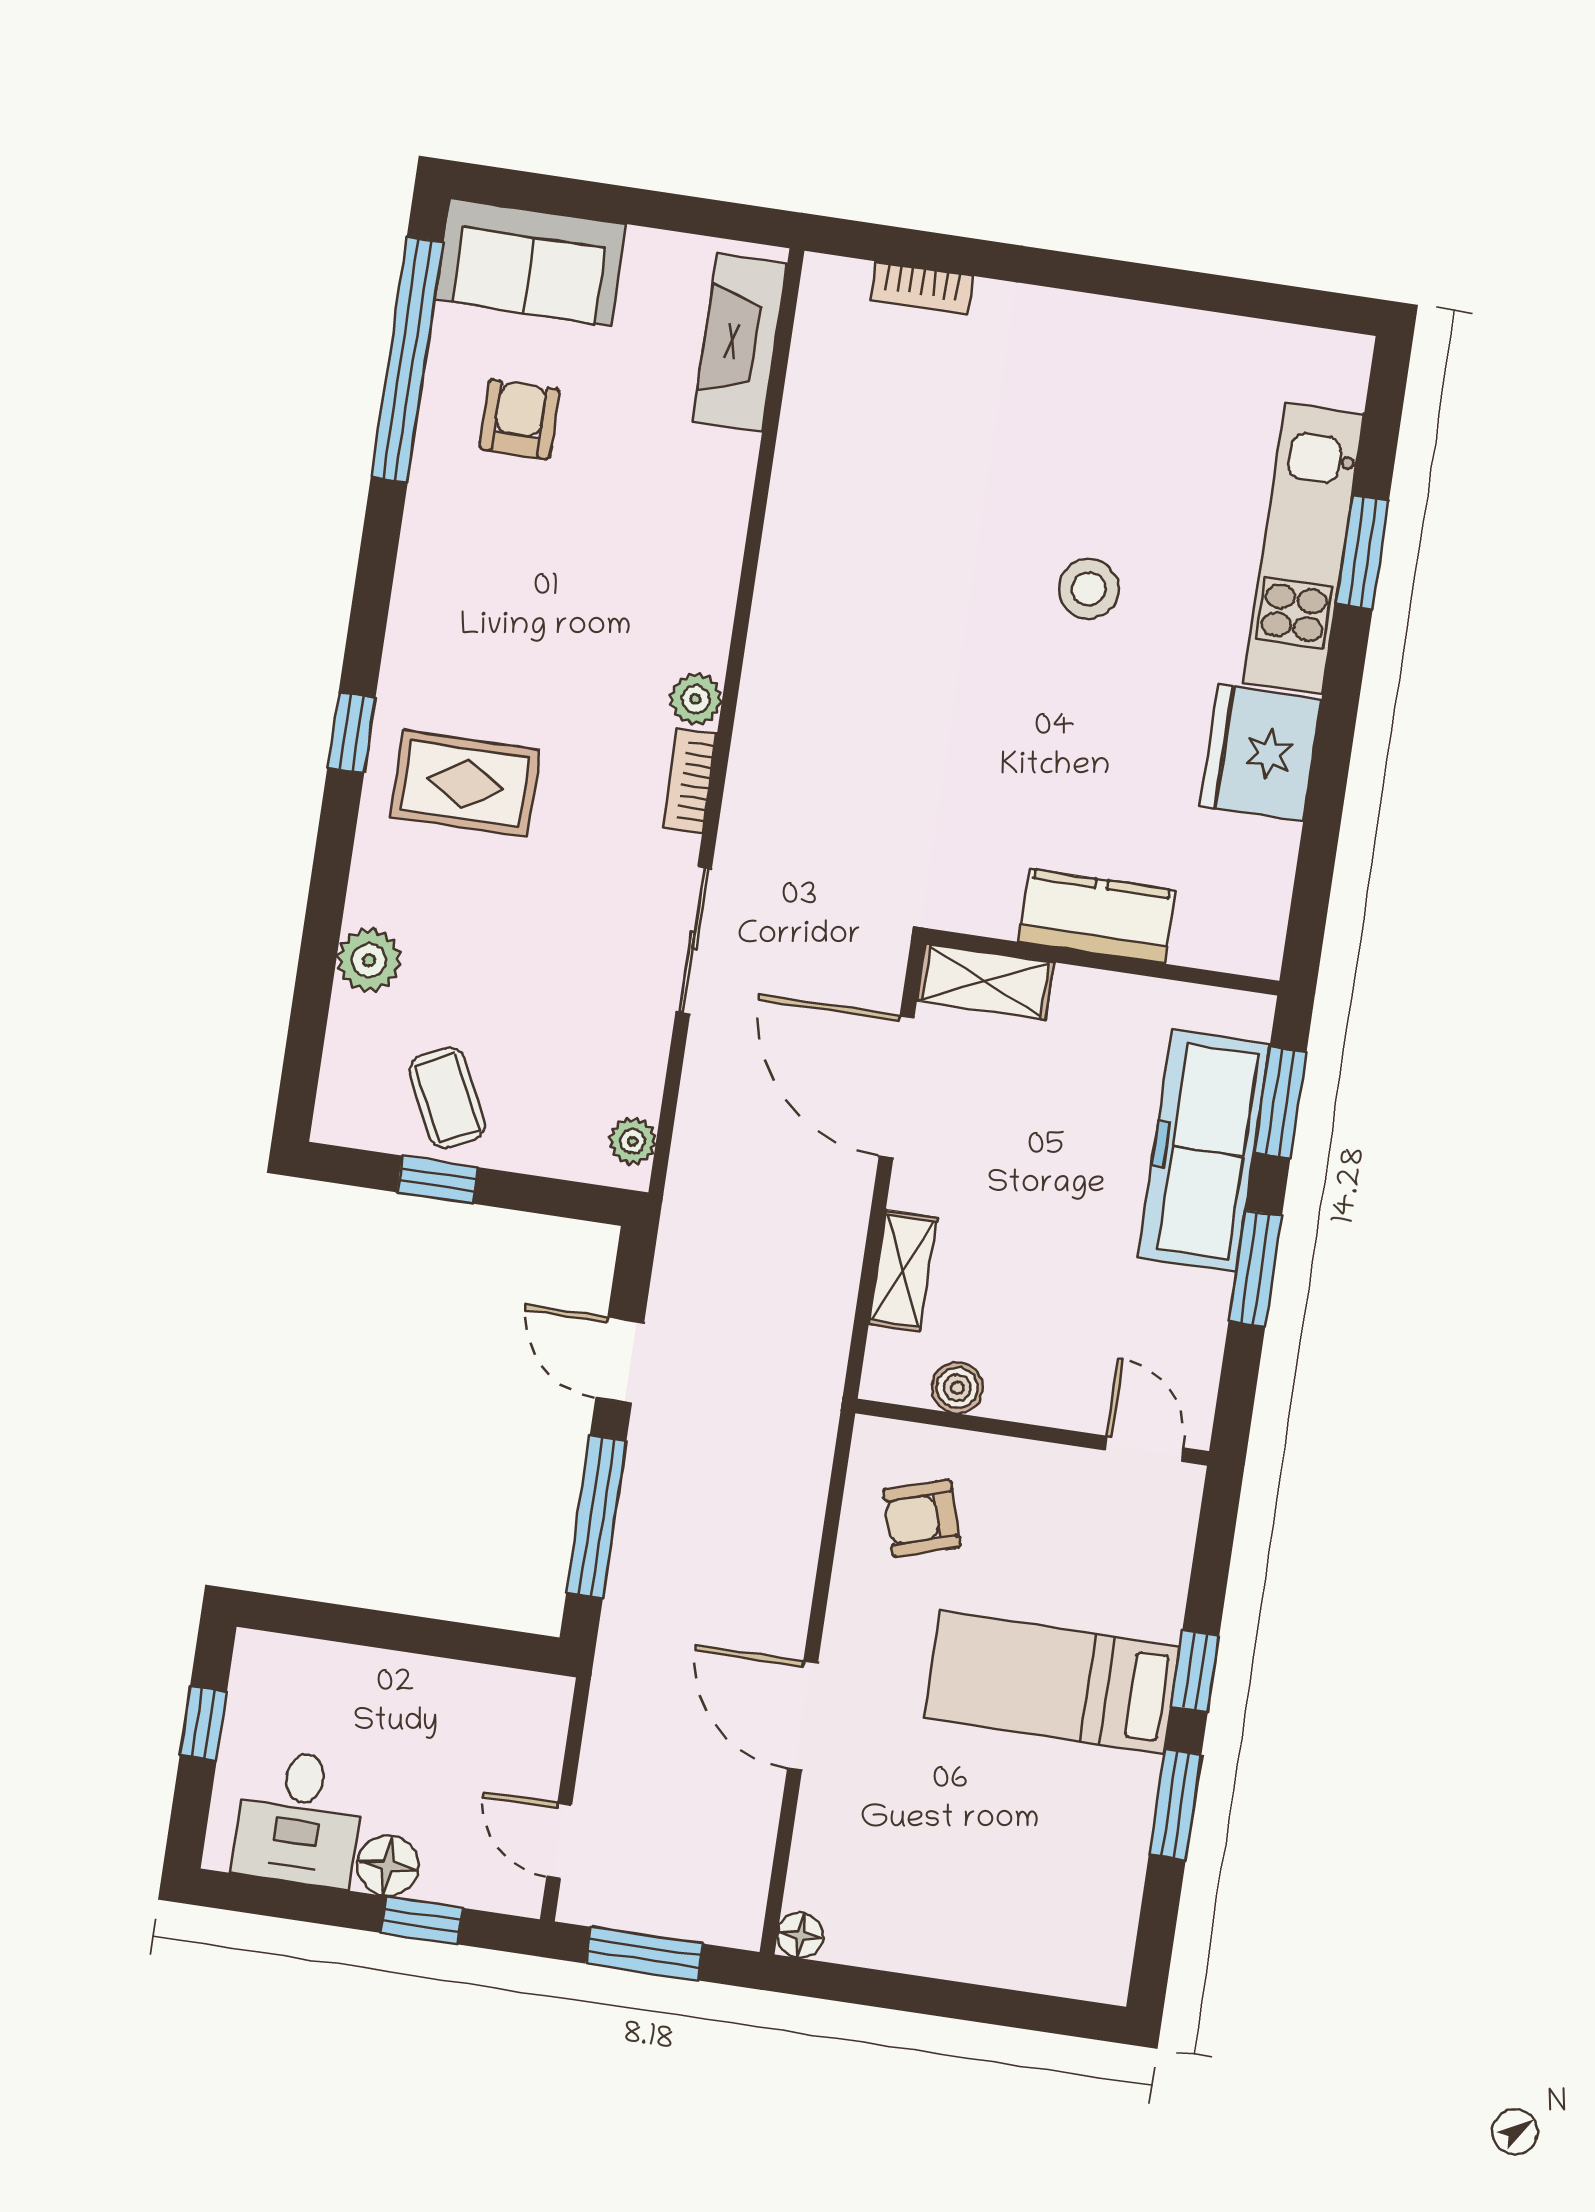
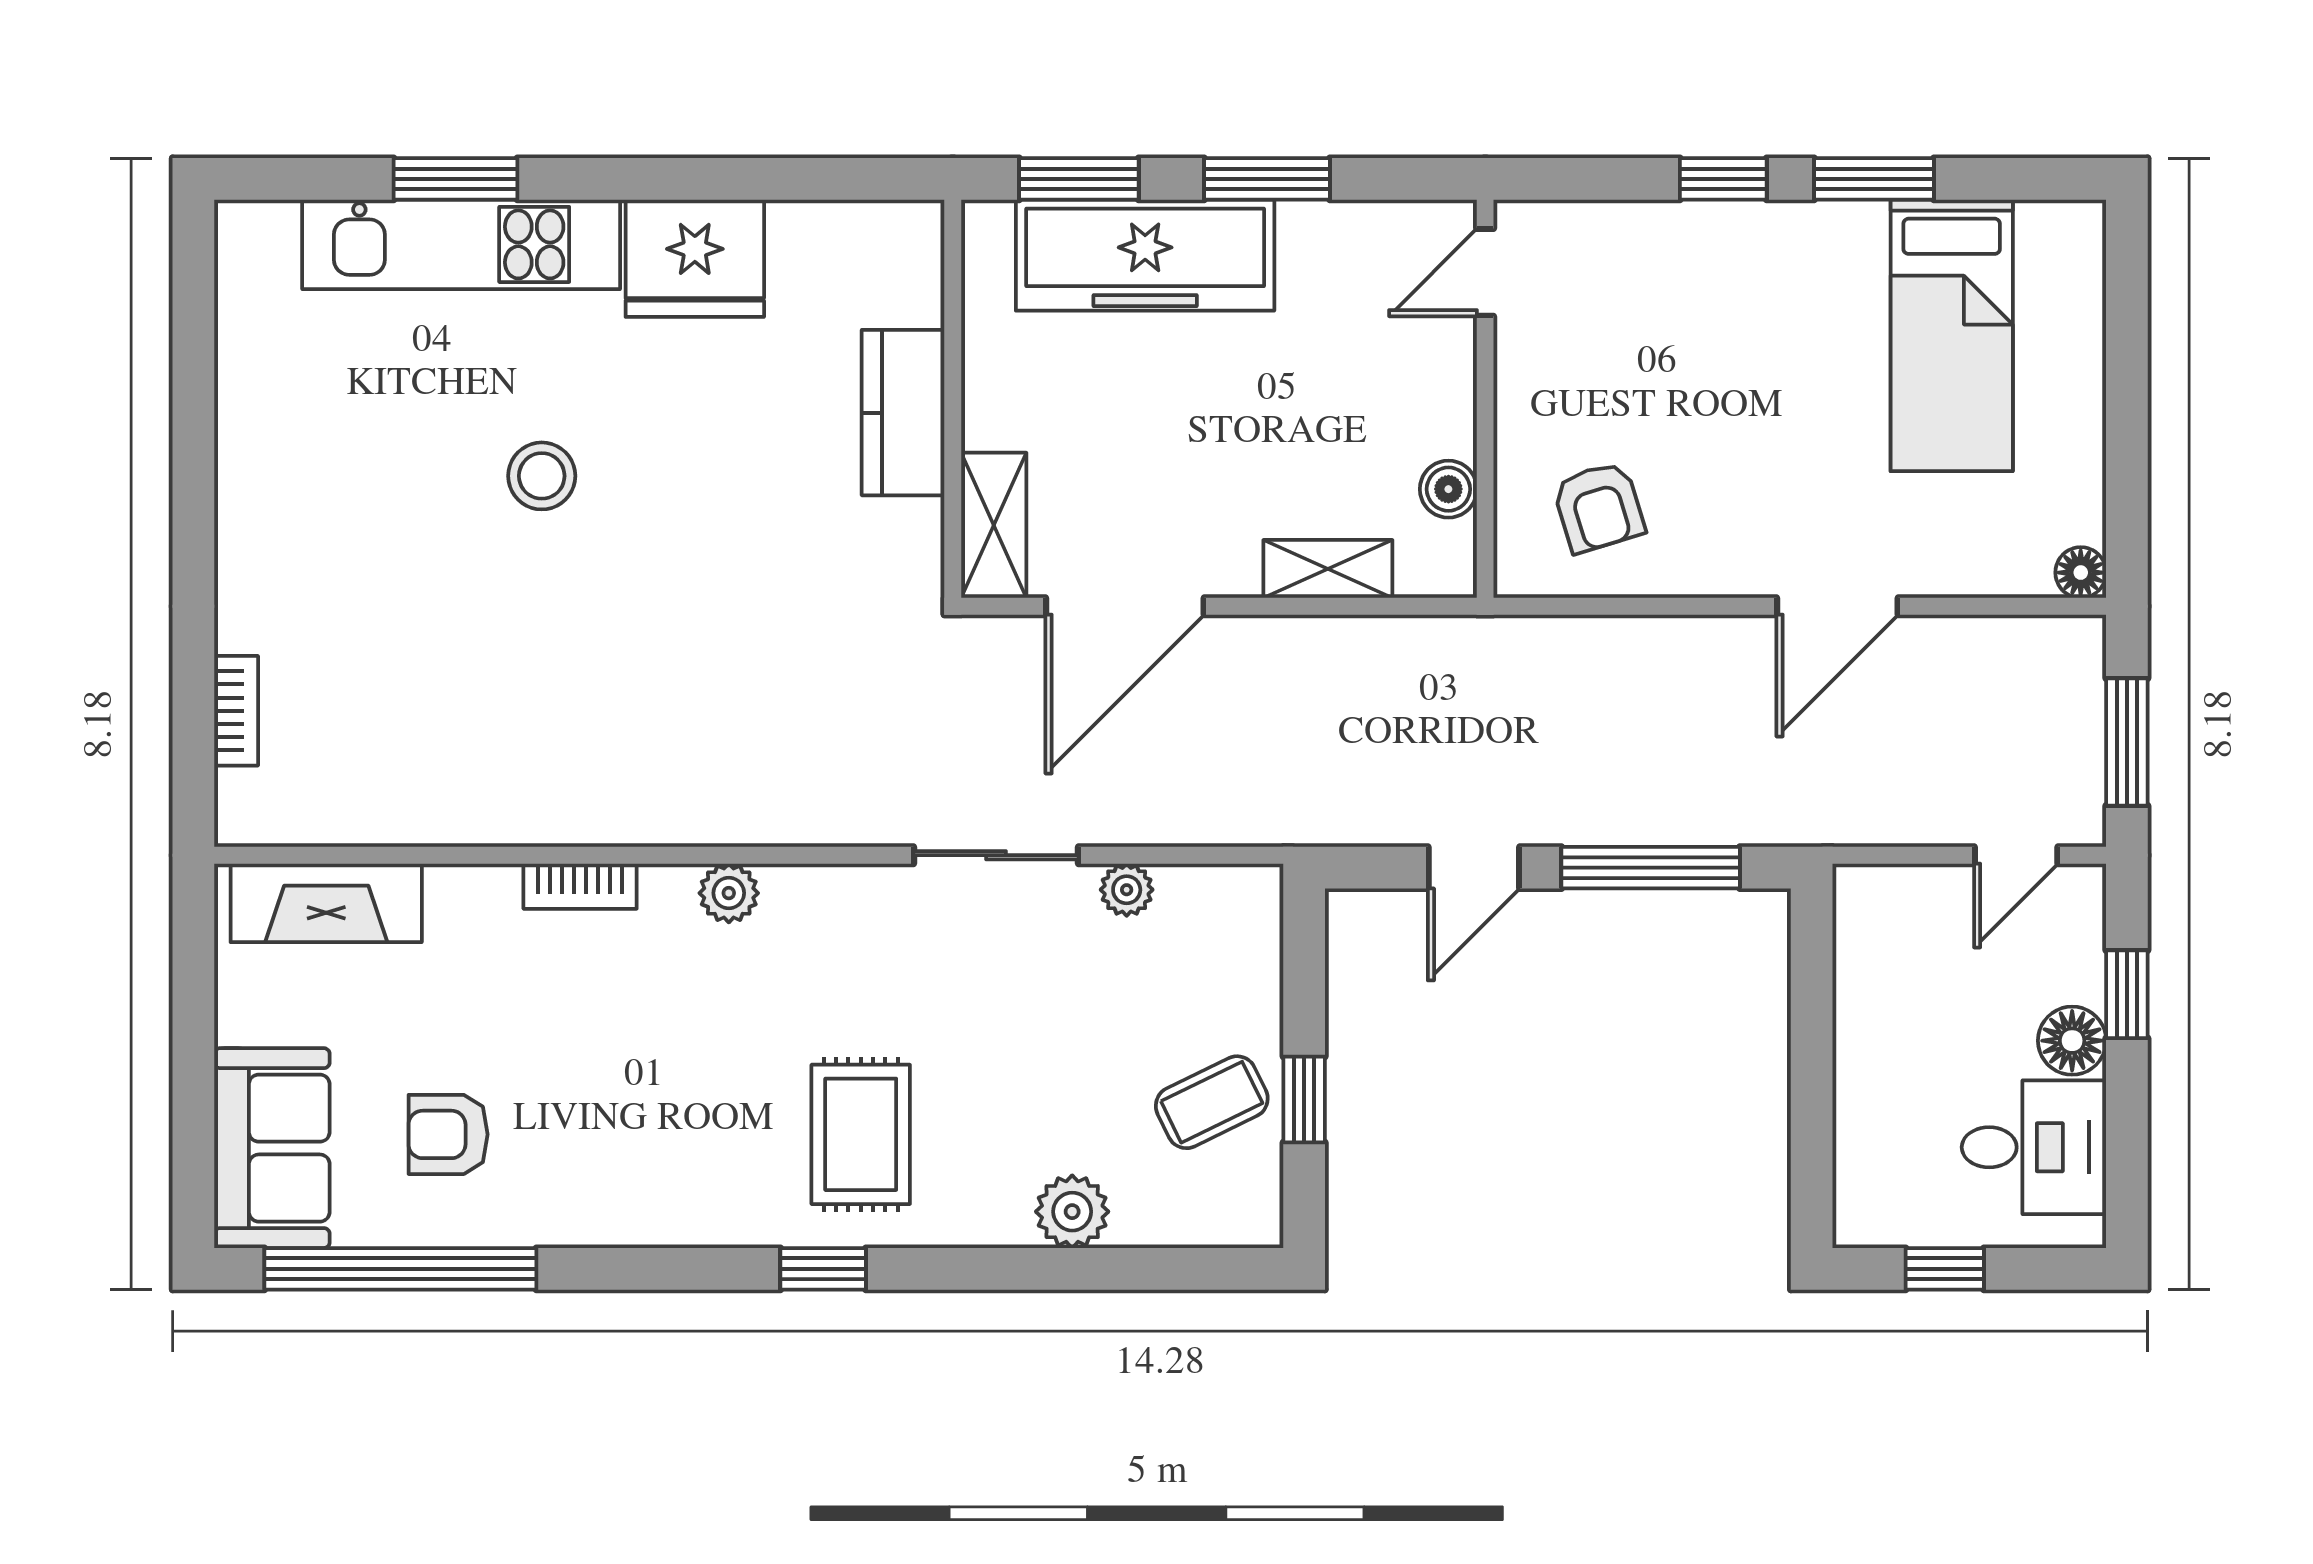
bookcase: (690, 781) -> (580, 886), moved
plant: (633, 1141) -> (1127, 890), moved
bed: (1052, 1682) -> (1952, 335), moved

